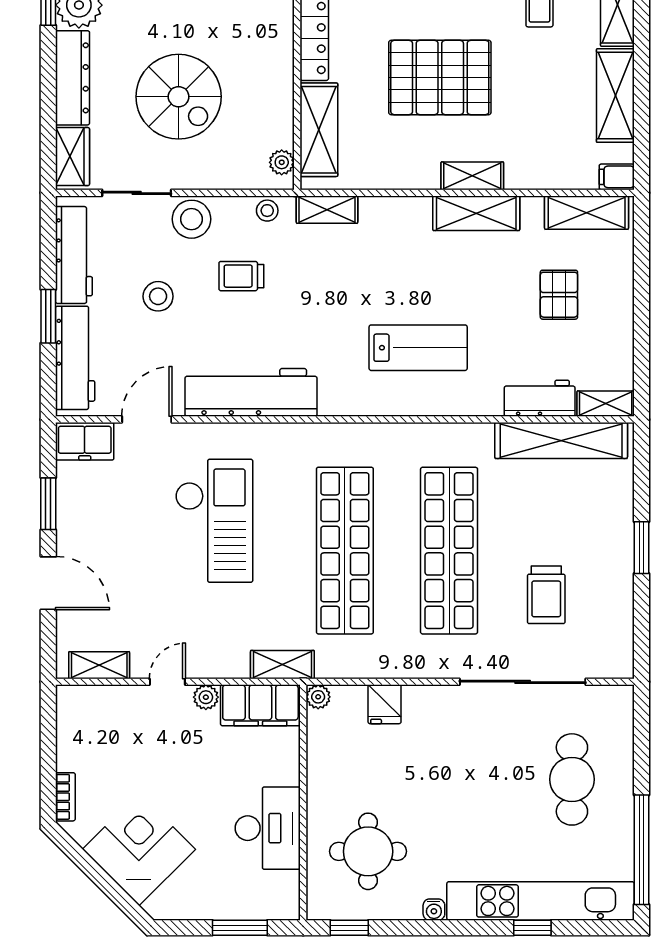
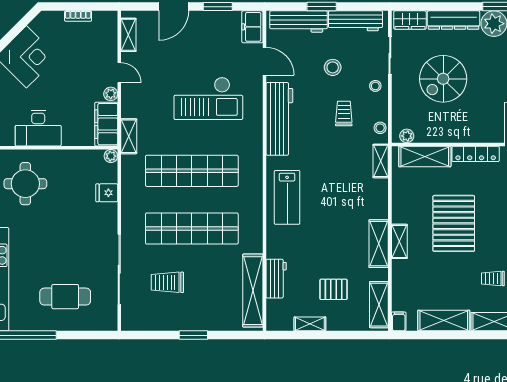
stool: (192, 219) -> (375, 86), width x0.53, depth x0.53
lab bench: (418, 348) -> (287, 197), moved
shelving: (606, 404) -> (310, 324), moved, turned 90
bookcase: (65, 797) -> (78, 16), moved

